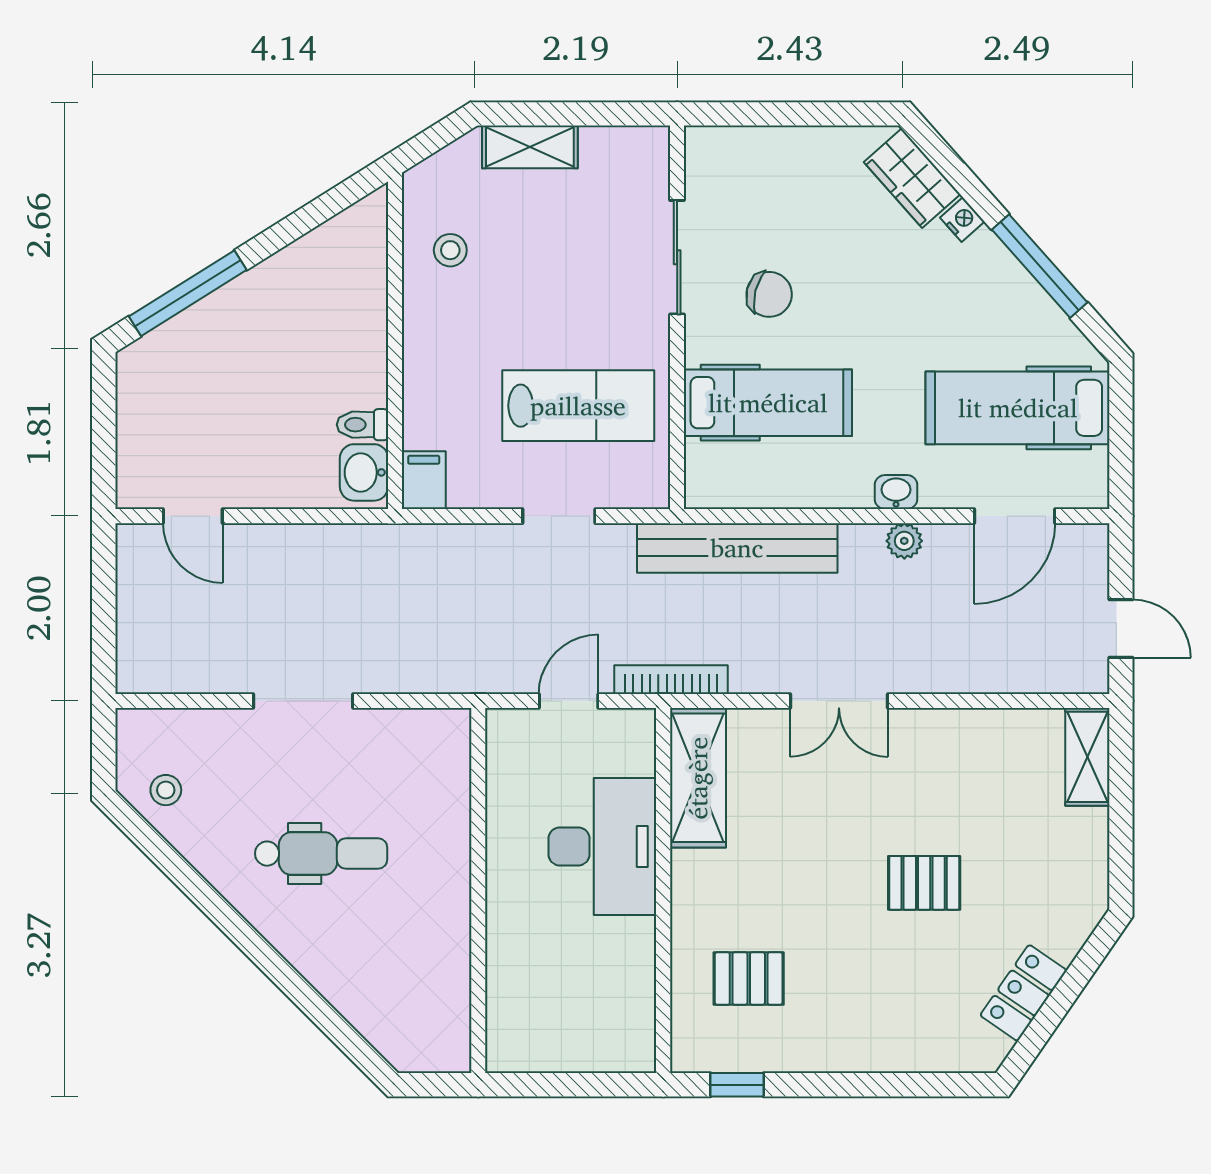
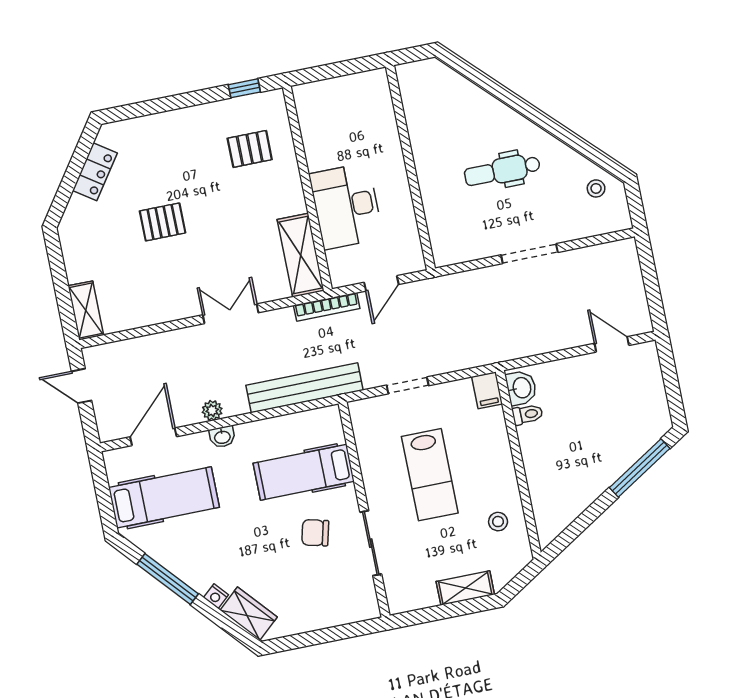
lab bench: (578, 406) -> (430, 475), moved, turned -90

